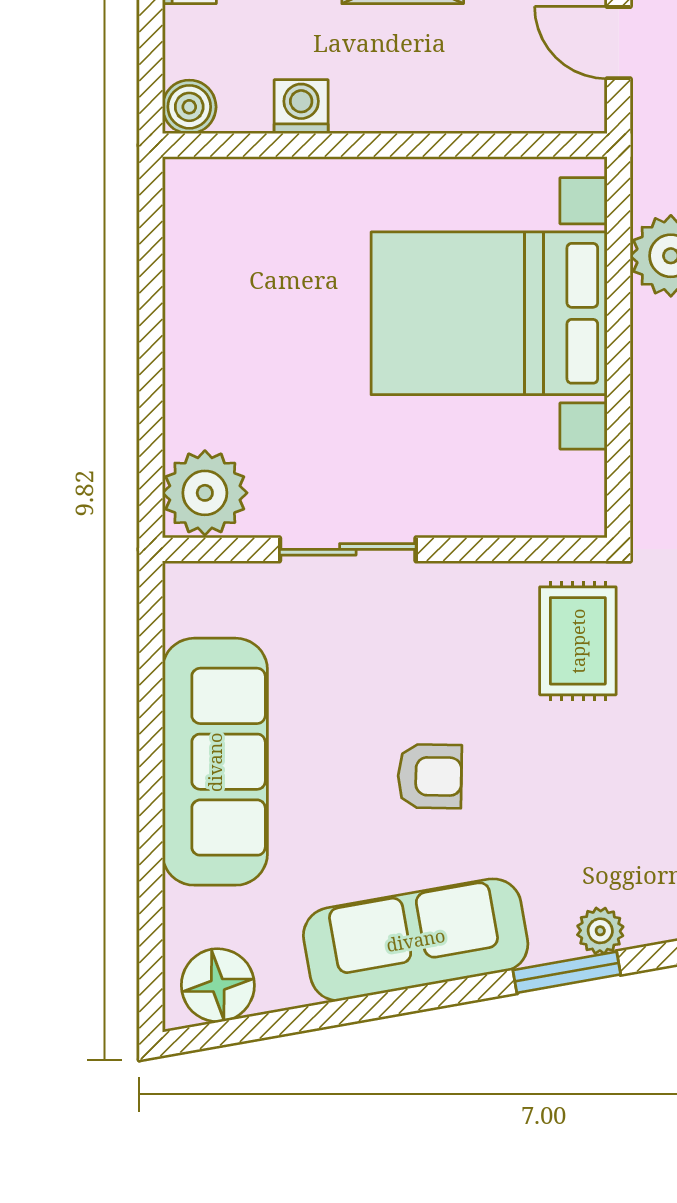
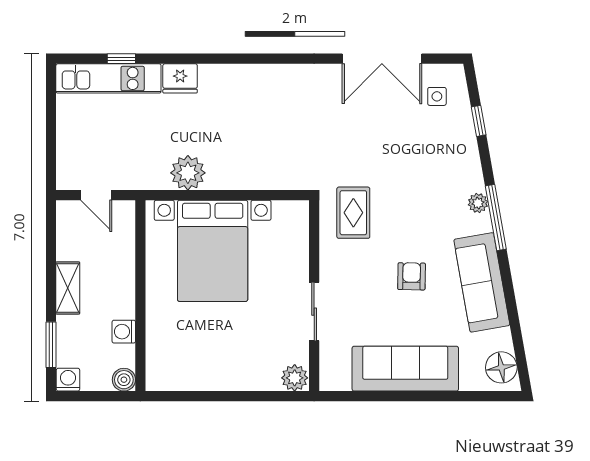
door: (619, 43) -> (96, 195), hinge flipped
plant: (205, 493) -> (295, 378), width x0.73, depth x0.73
rug: (578, 641) -> (353, 213), turned 90
window: (567, 972) -> (496, 217), width x1.44

